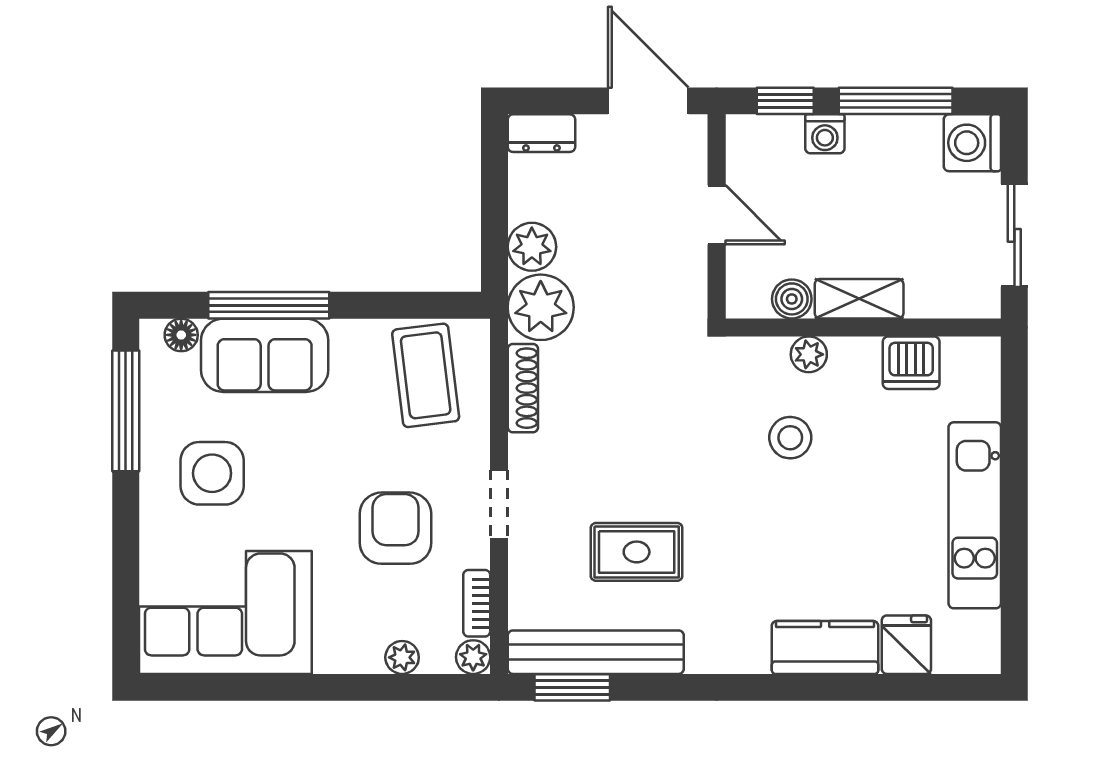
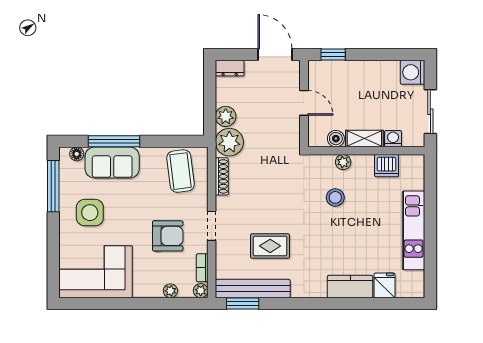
window: (896, 101) -> (380, 55), removed
washing machine: (825, 134) -> (393, 139), moved, turned 180
armchair: (396, 528) -> (168, 236), turned 90

